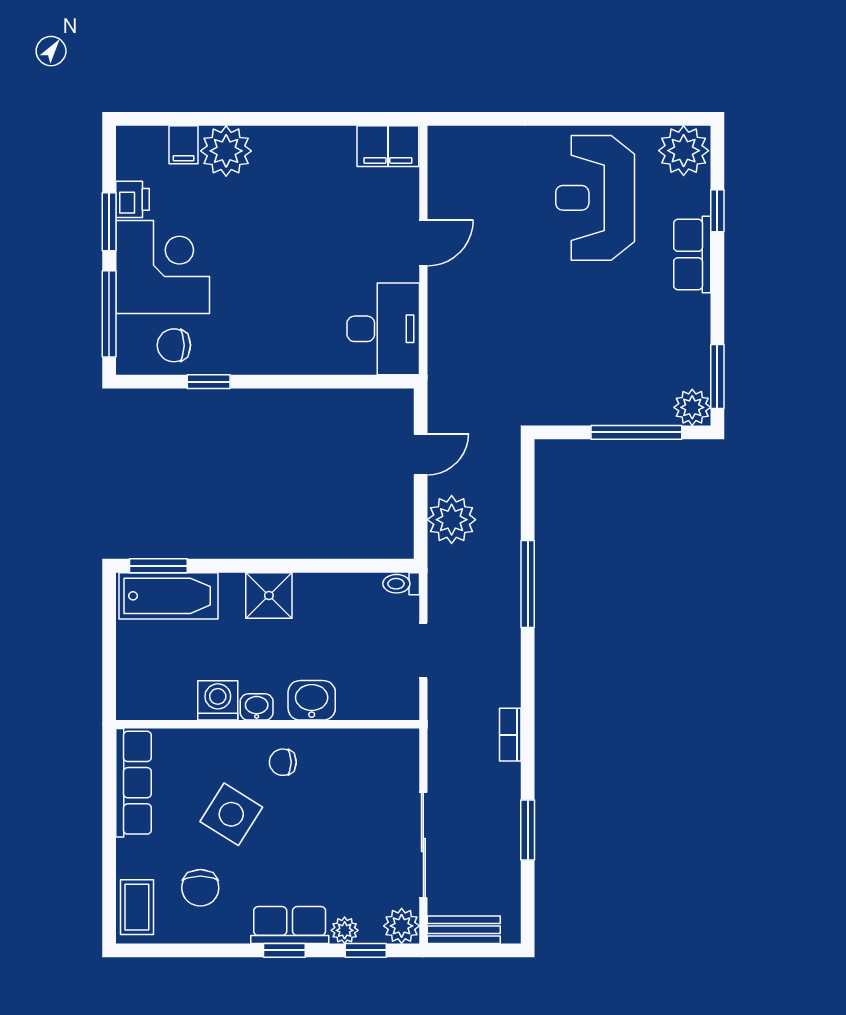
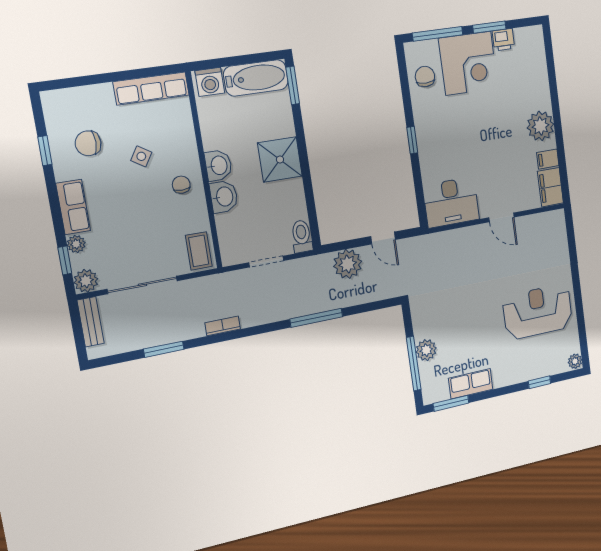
filing cabinet: (184, 145) -> (548, 159), moved
plant: (226, 151) -> (540, 126), moved
plant: (684, 151) -> (575, 361), width x0.53, depth x0.53
row of seats: (692, 255) -> (471, 384), moved
window: (209, 382) -> (412, 140), moved
plant: (692, 407) -> (426, 350), moved
toilet: (401, 584) -> (302, 236), width x1.37, depth x1.39
shower: (269, 595) -> (280, 159), width x1.36, depth x1.36
bathtub: (169, 596) -> (256, 78), moved, turned -90
washing machine: (218, 700) -> (210, 82), moved, turned 90
washbasin: (257, 707) -> (218, 165), width x1.38, depth x1.45
side table: (231, 814) -> (141, 156), width x0.54, depth x0.54
coffee table: (137, 907) -> (199, 251), moved, turned 90
window: (284, 950) -> (45, 151), moved

